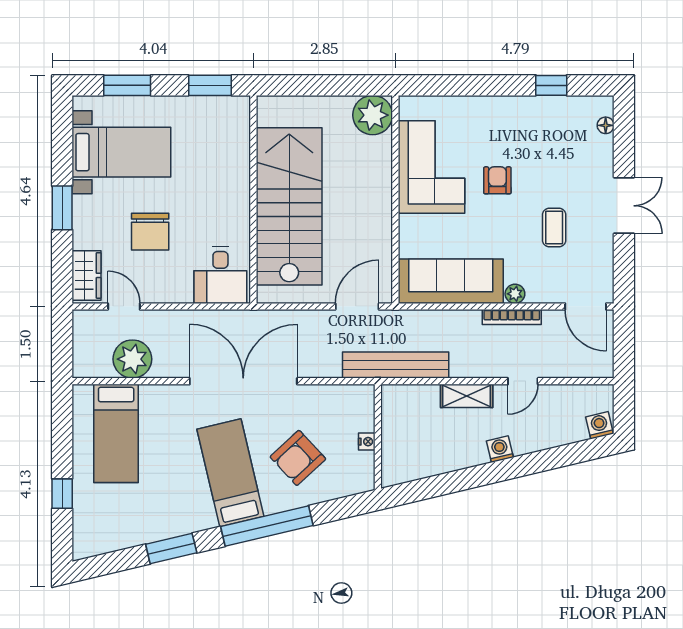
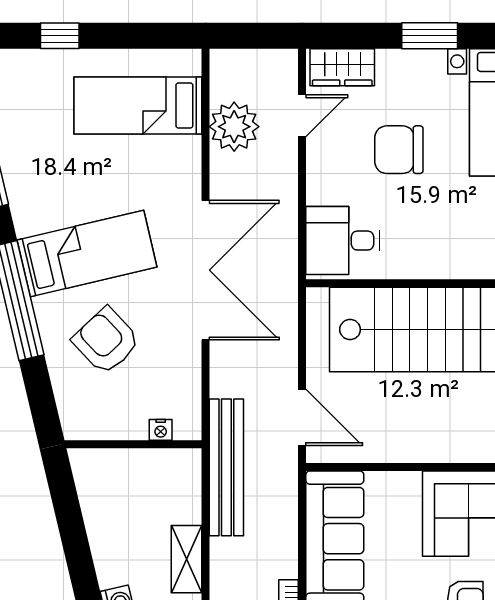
nightstand: (367, 442) -> (161, 430), moved

